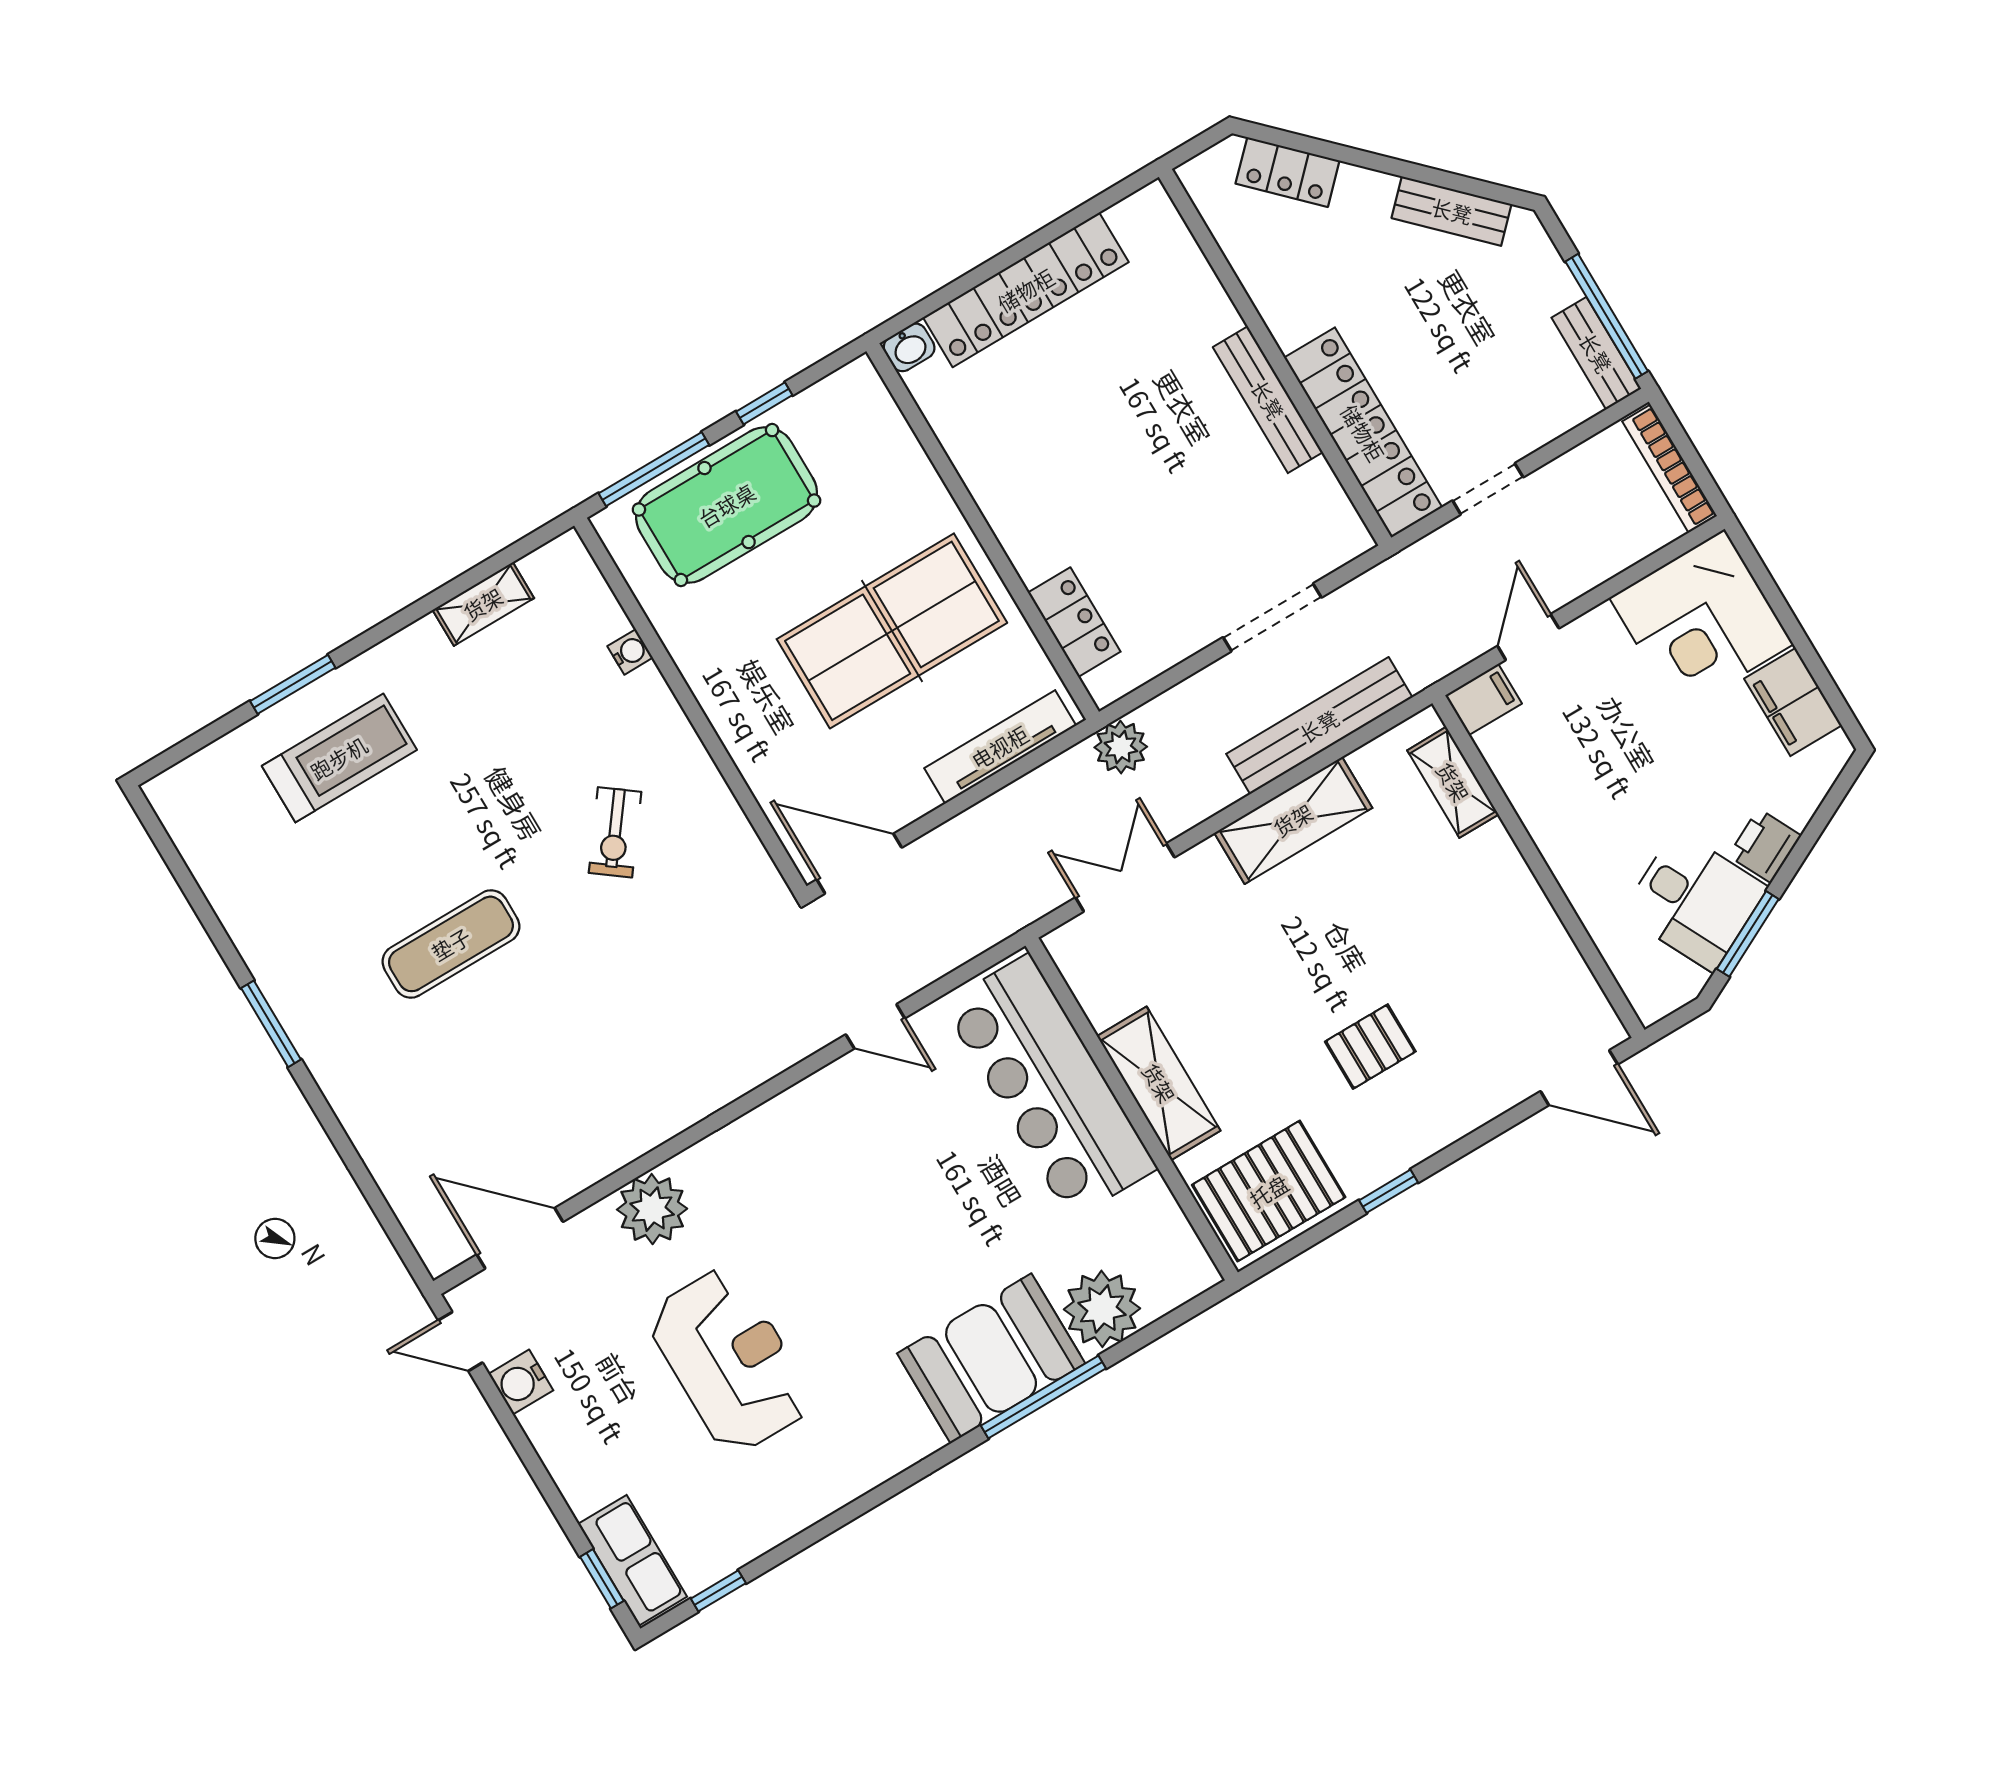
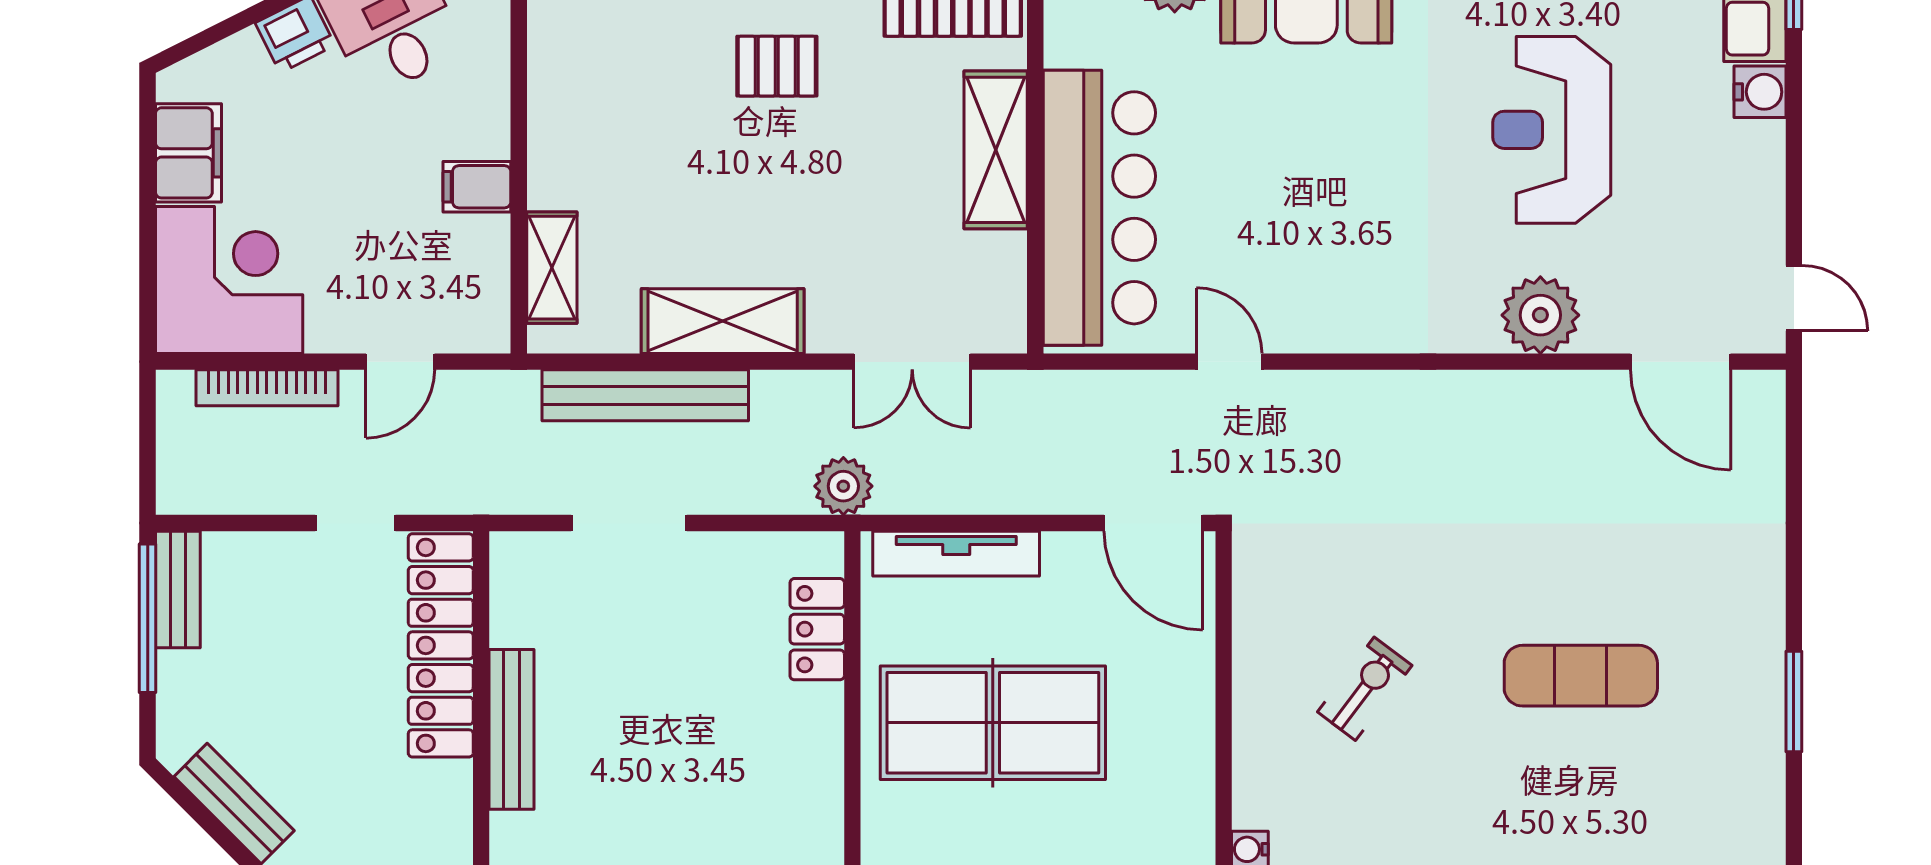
bookcase: (1670, 469) -> (267, 388), moved, turned 90
filing cabinet: (1484, 699) -> (477, 187), moved
water cooler: (521, 1382) -> (1760, 92), moved

